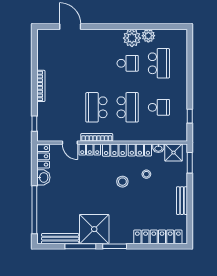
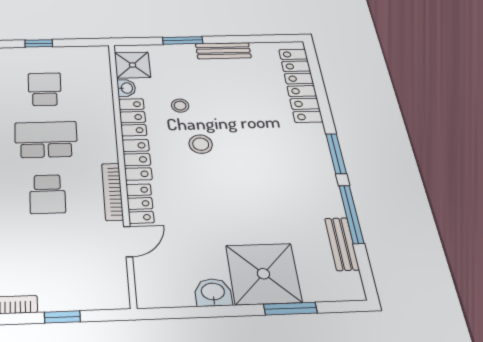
school desk: (96, 107) -> (47, 194), width x0.54
window: (190, 116) -> (39, 43), moved
window: (34, 124) -> (62, 317), moved
locker: (43, 156) -> (164, 295), removed
window: (190, 163) -> (183, 40), moved
window: (34, 210) -> (290, 309), width x0.47
shower: (94, 229) -> (263, 274), moved
bench: (60, 239) -> (342, 244), width x0.73

